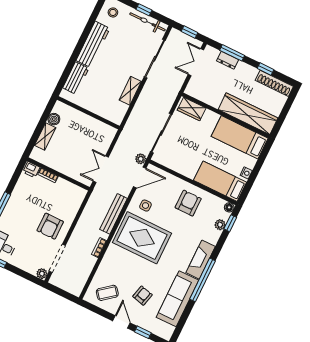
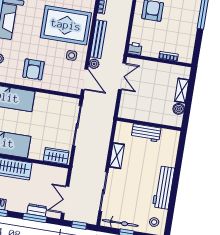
double door: (196, 62) -> (65, 200), swing flipped
workbench: (76, 78) -> (146, 133), moved, turned -90
plant: (141, 159) -> (94, 64), moved
printer: (31, 170) -> (135, 49), moved
door: (140, 177) -> (85, 79), swing flipped

